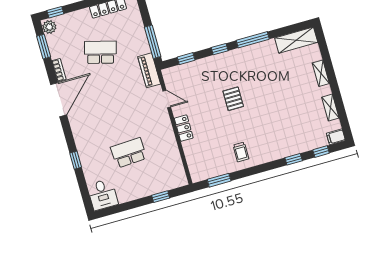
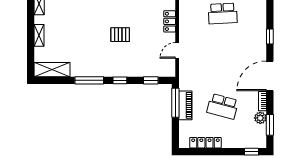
plant: (49, 27) -> (260, 118), moved
piano: (149, 70) -> (185, 105), moved
door: (167, 99) -> (177, 50), hinge flipped
pallet: (233, 99) -> (120, 35), turned 90
window: (76, 160) -> (270, 36), moved

